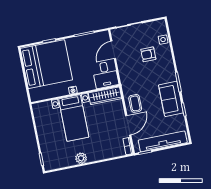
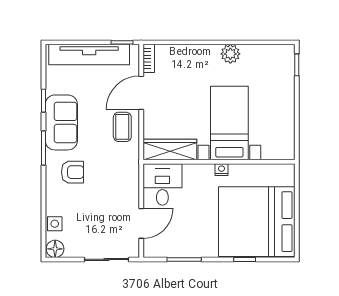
floor lamp: (160, 25) -> (55, 249), added
armchair: (148, 54) -> (73, 172), moved

